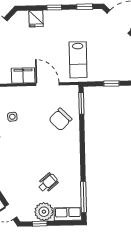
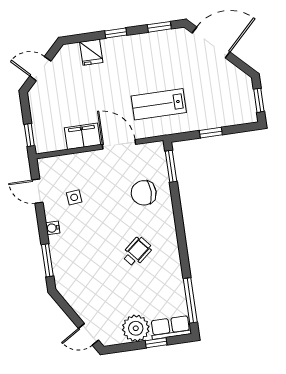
lab bench: (78, 60) -> (159, 104), turned 90
chair: (60, 119) -> (144, 193), turned 45
wheelchair: (48, 183) -> (137, 252), moved
window: (40, 224) -> (156, 343), moved

